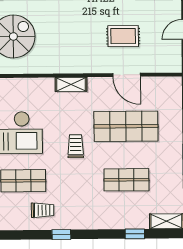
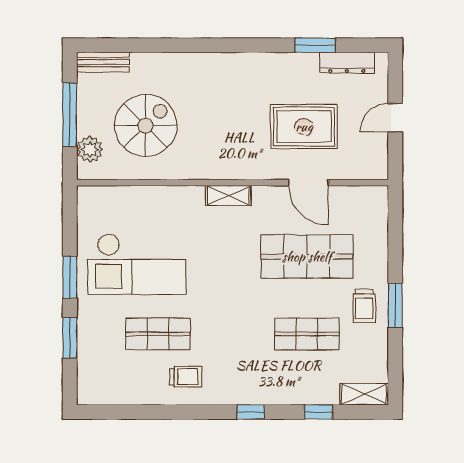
rug: (123, 36) -> (304, 127), width x1.36, depth x1.43
trolley: (76, 146) -> (364, 306), moved, turned 180
window: (61, 235) -> (251, 412), moved

